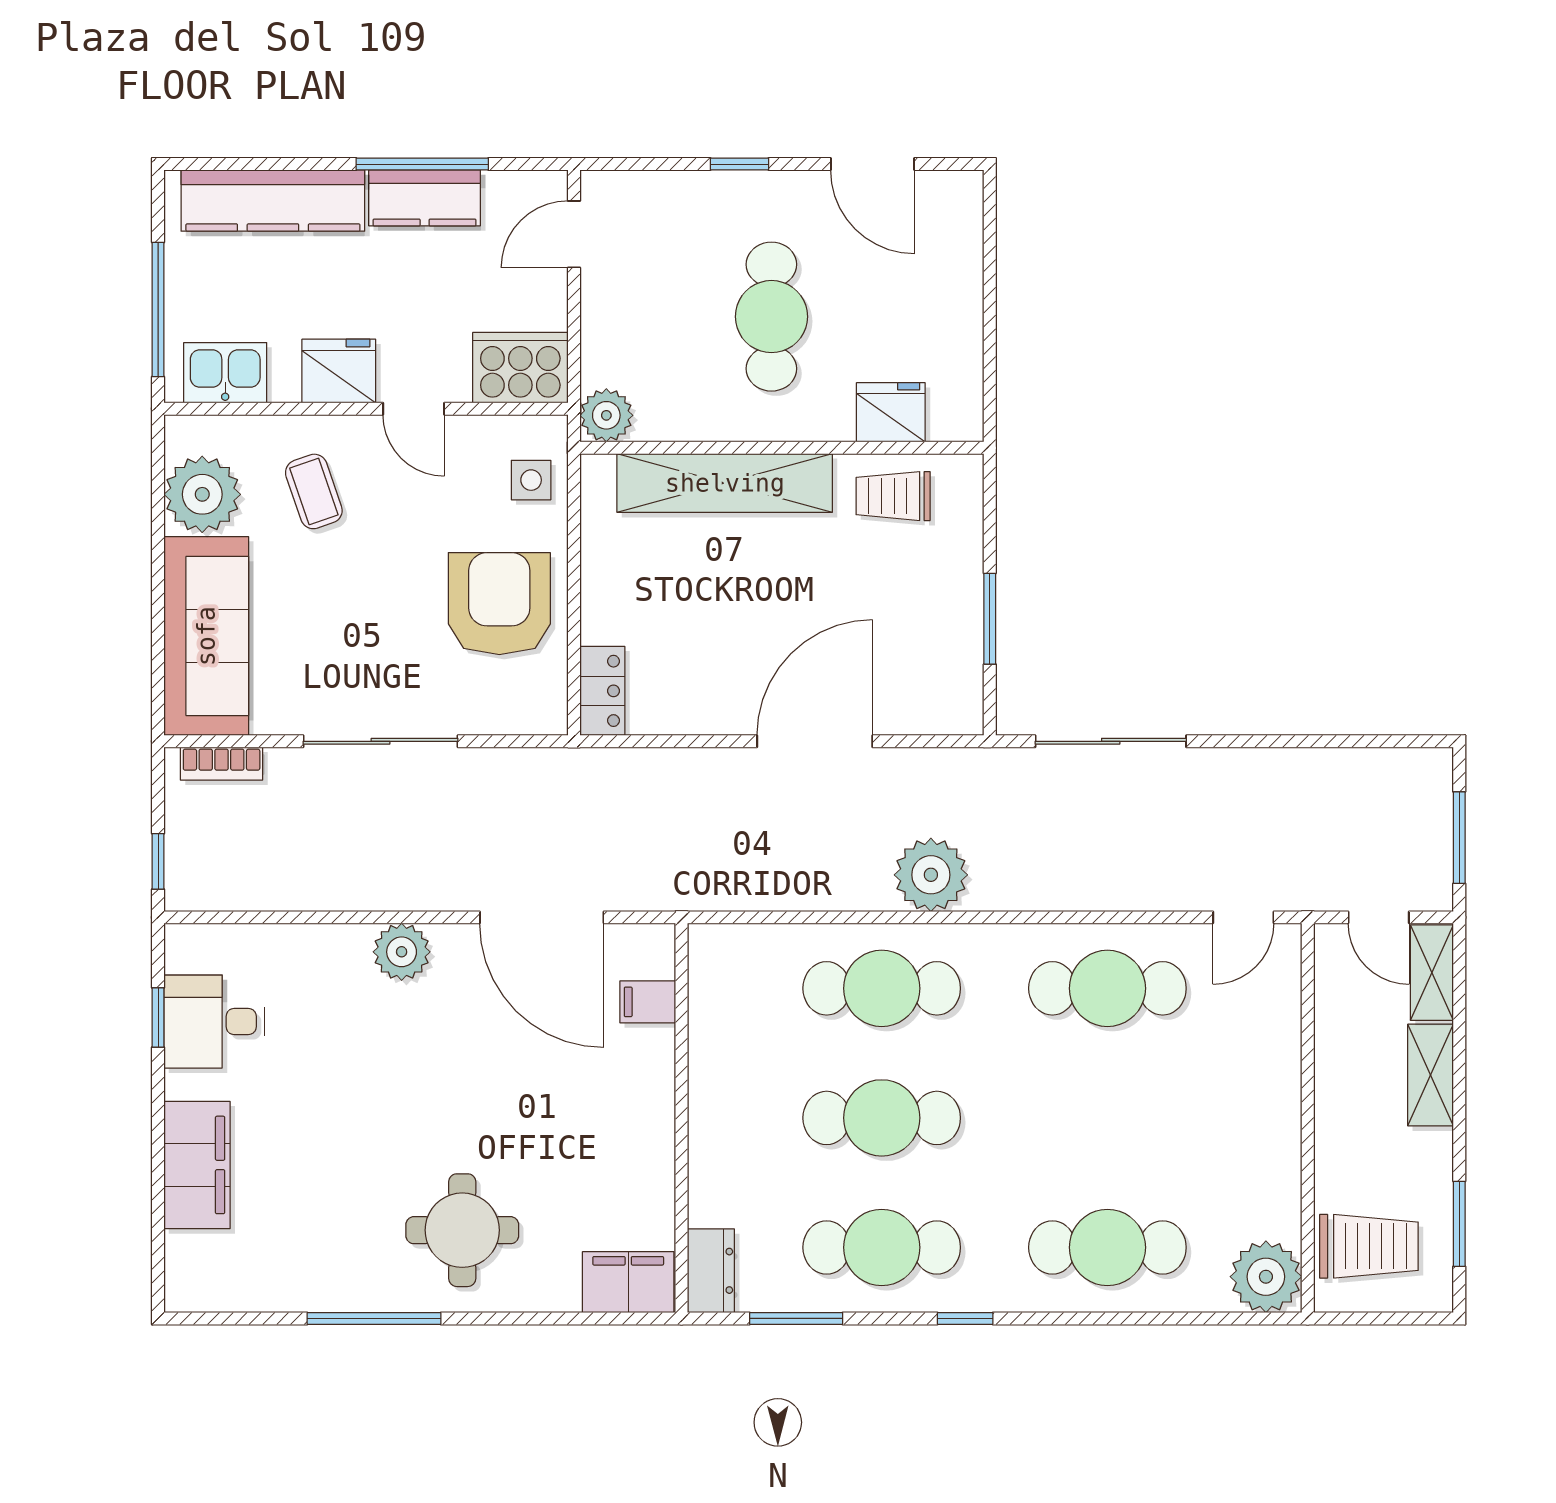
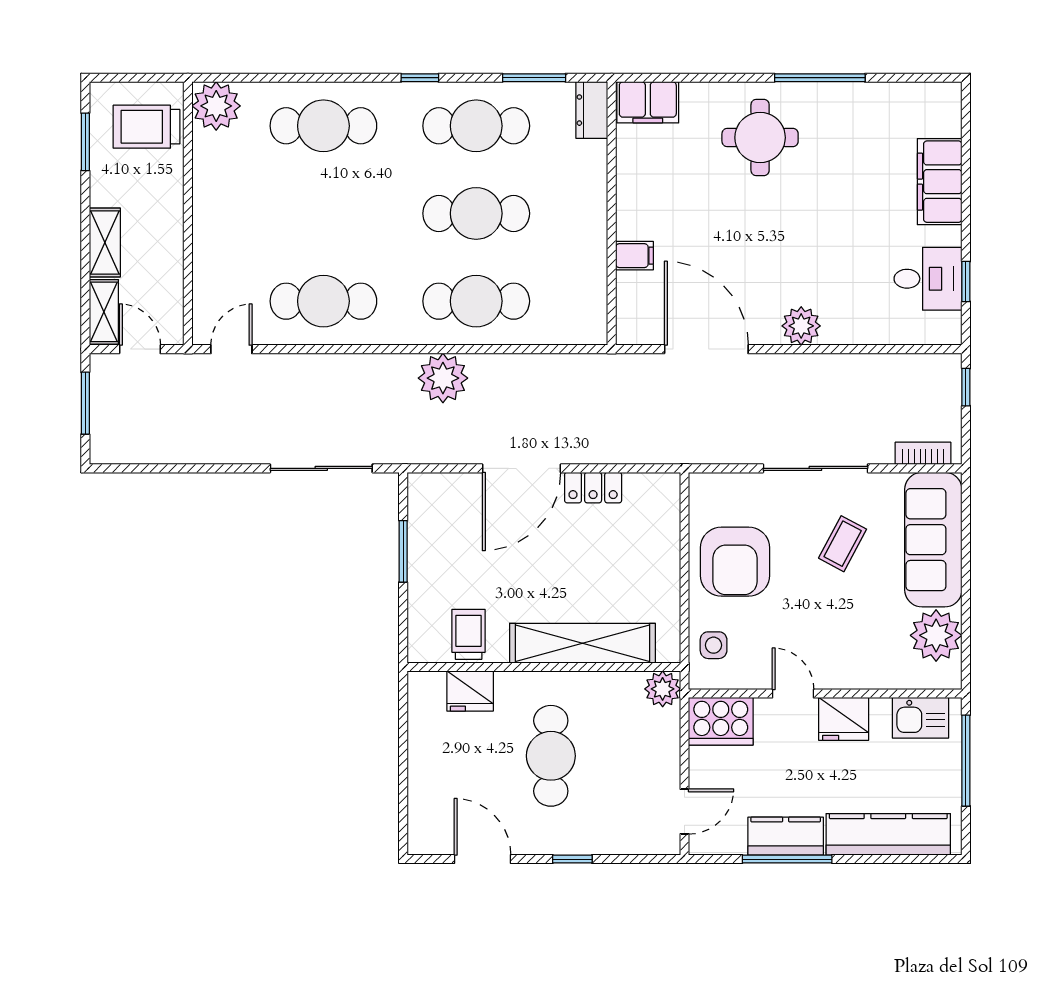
coffee table: (314, 491) -> (843, 544), moved, turned 47
trolley: (893, 496) -> (469, 634), turned -90
locker: (602, 691) -> (593, 488), moved, turned -90
filing cabinet: (648, 1002) -> (635, 256), moved

